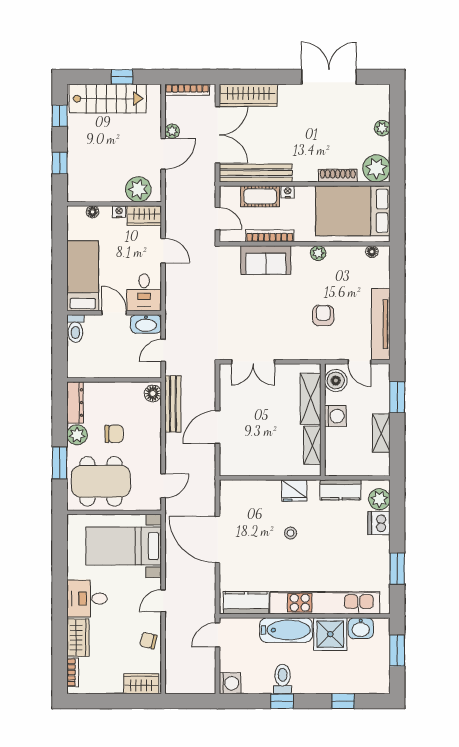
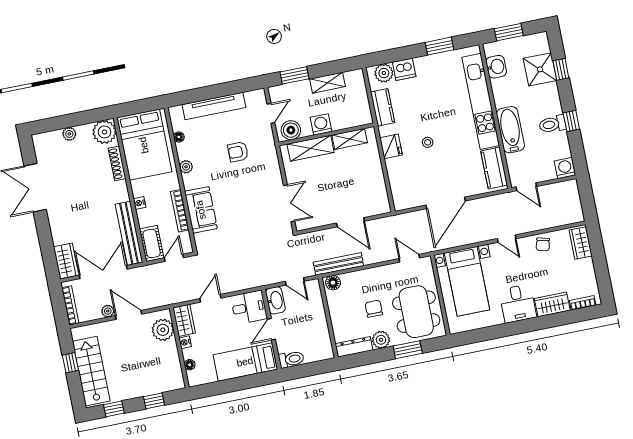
wardrobe: (248, 95) -> (66, 261), width x0.67
cot: (260, 196) -> (152, 244), moved
floor lamp: (372, 252) -> (179, 137), moved
tv unit: (381, 324) -> (214, 106), moved
shower: (330, 634) -> (540, 69), moved

